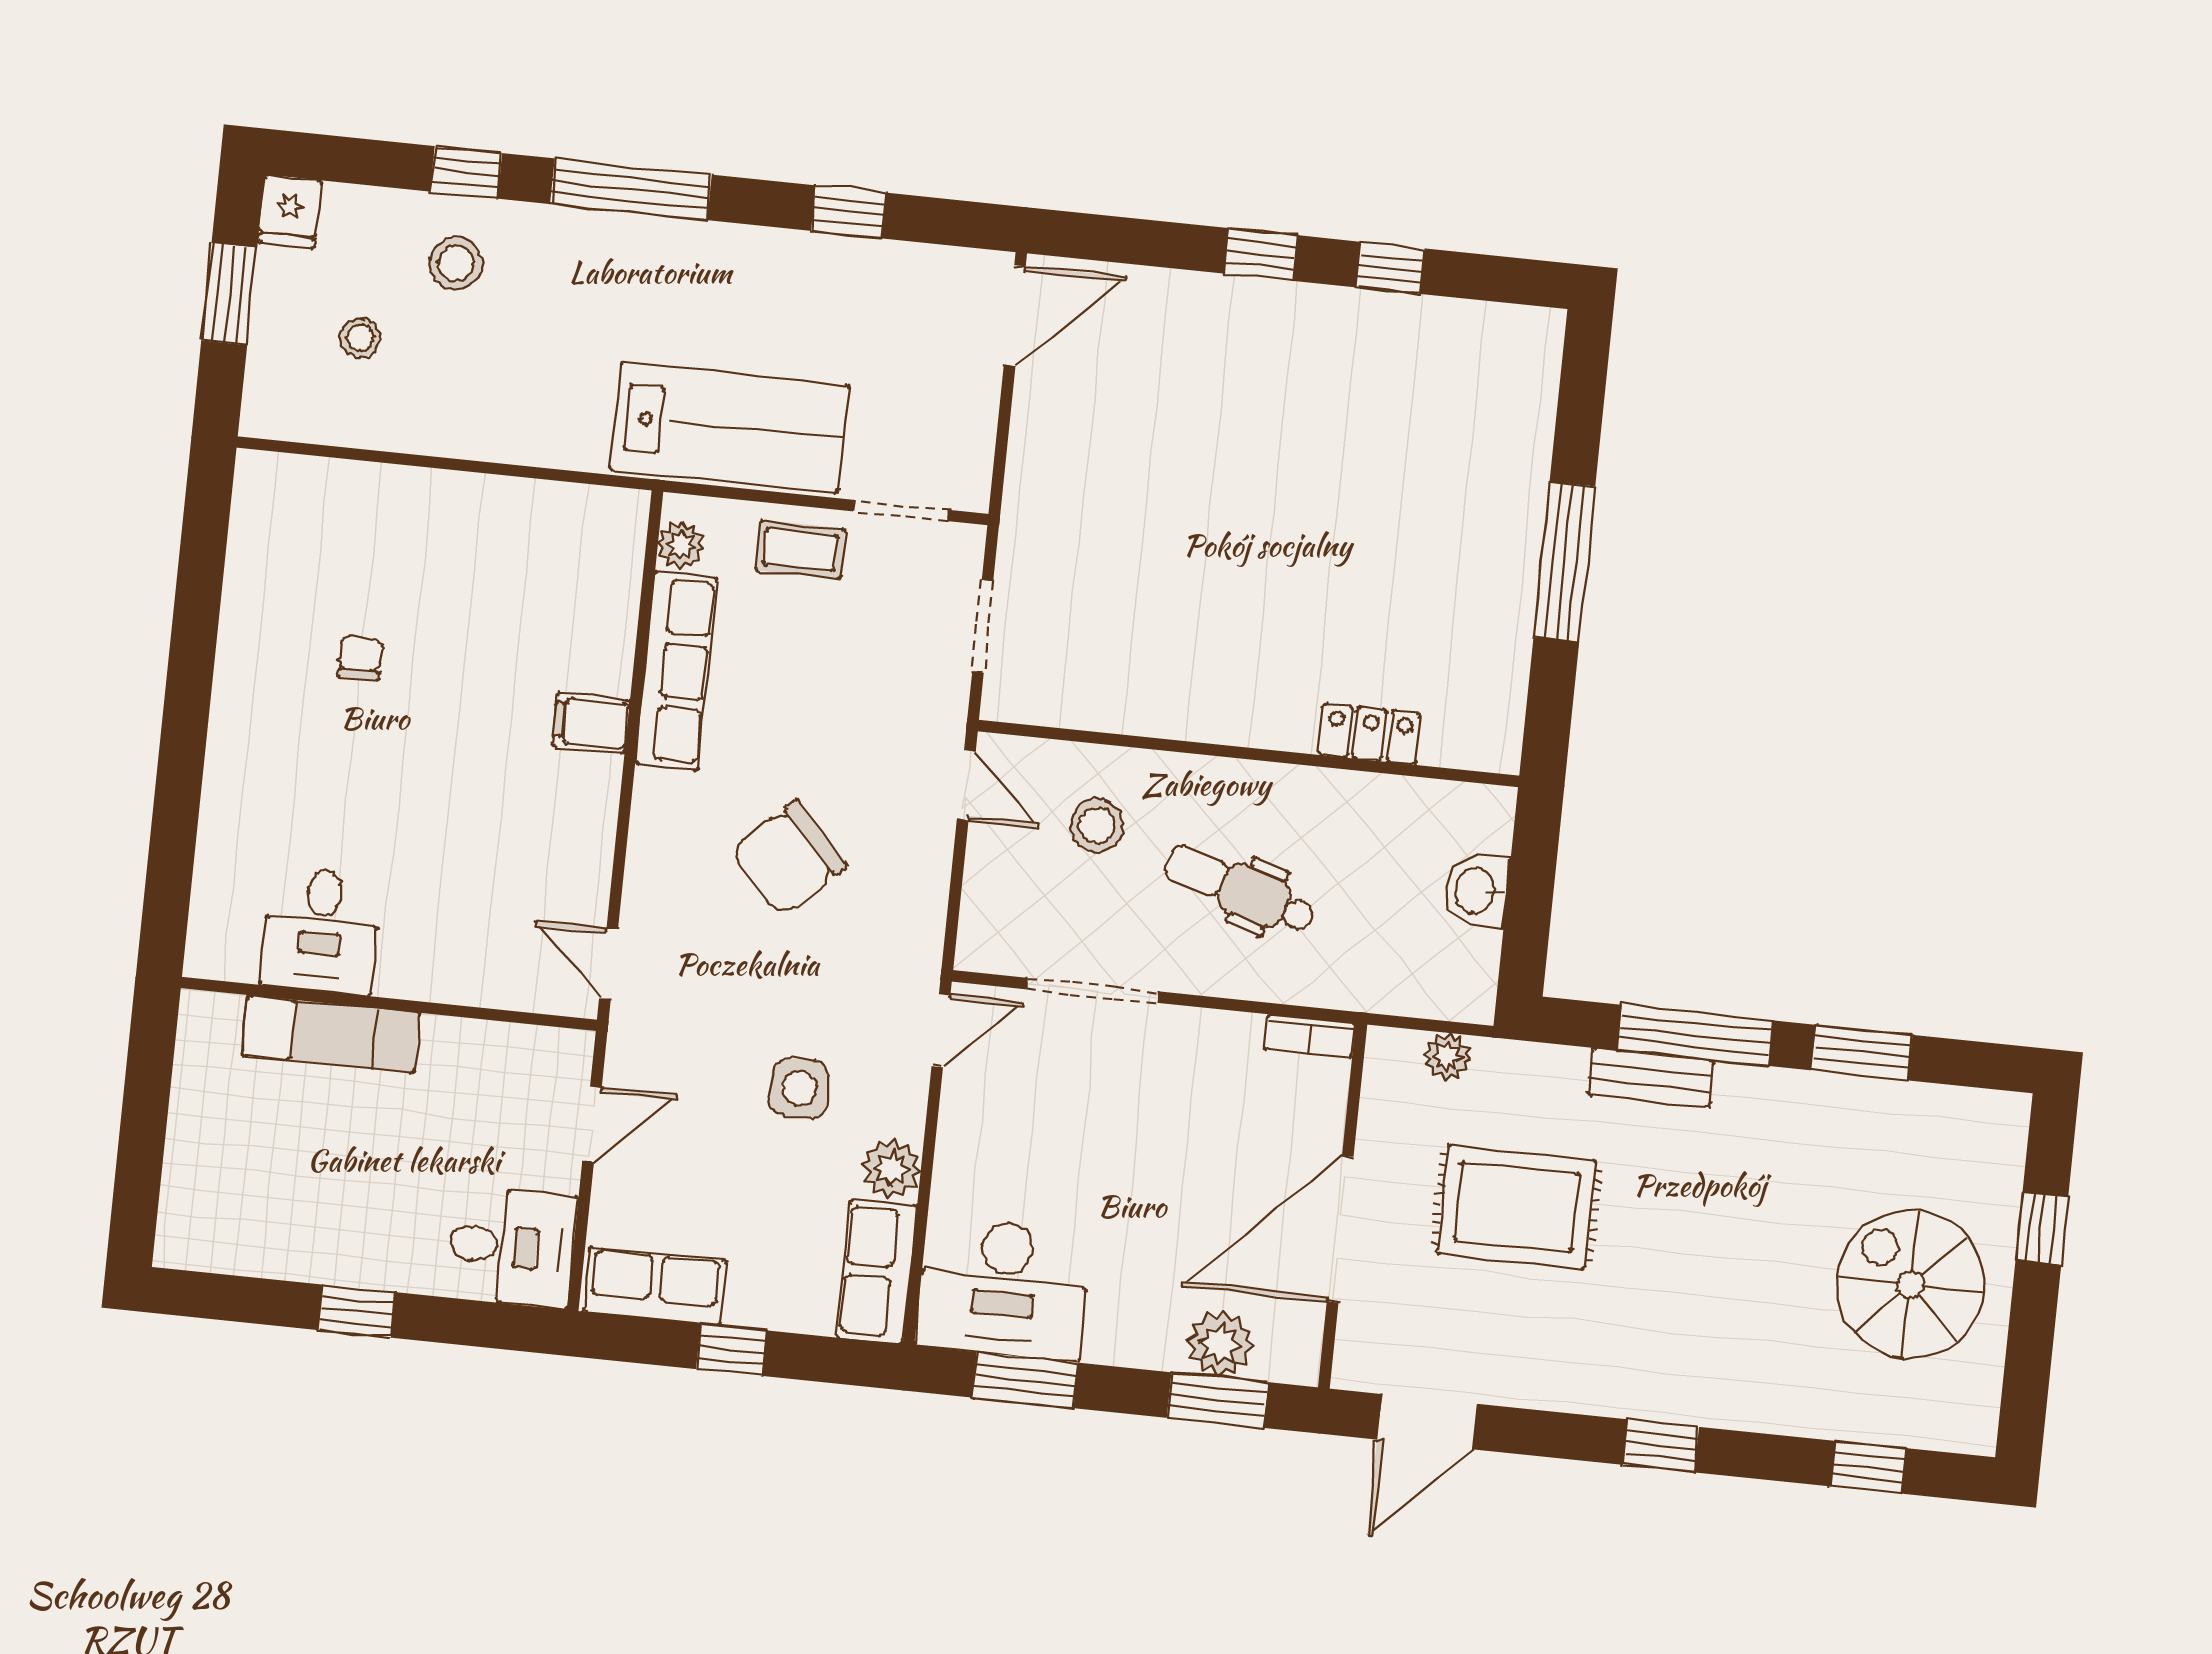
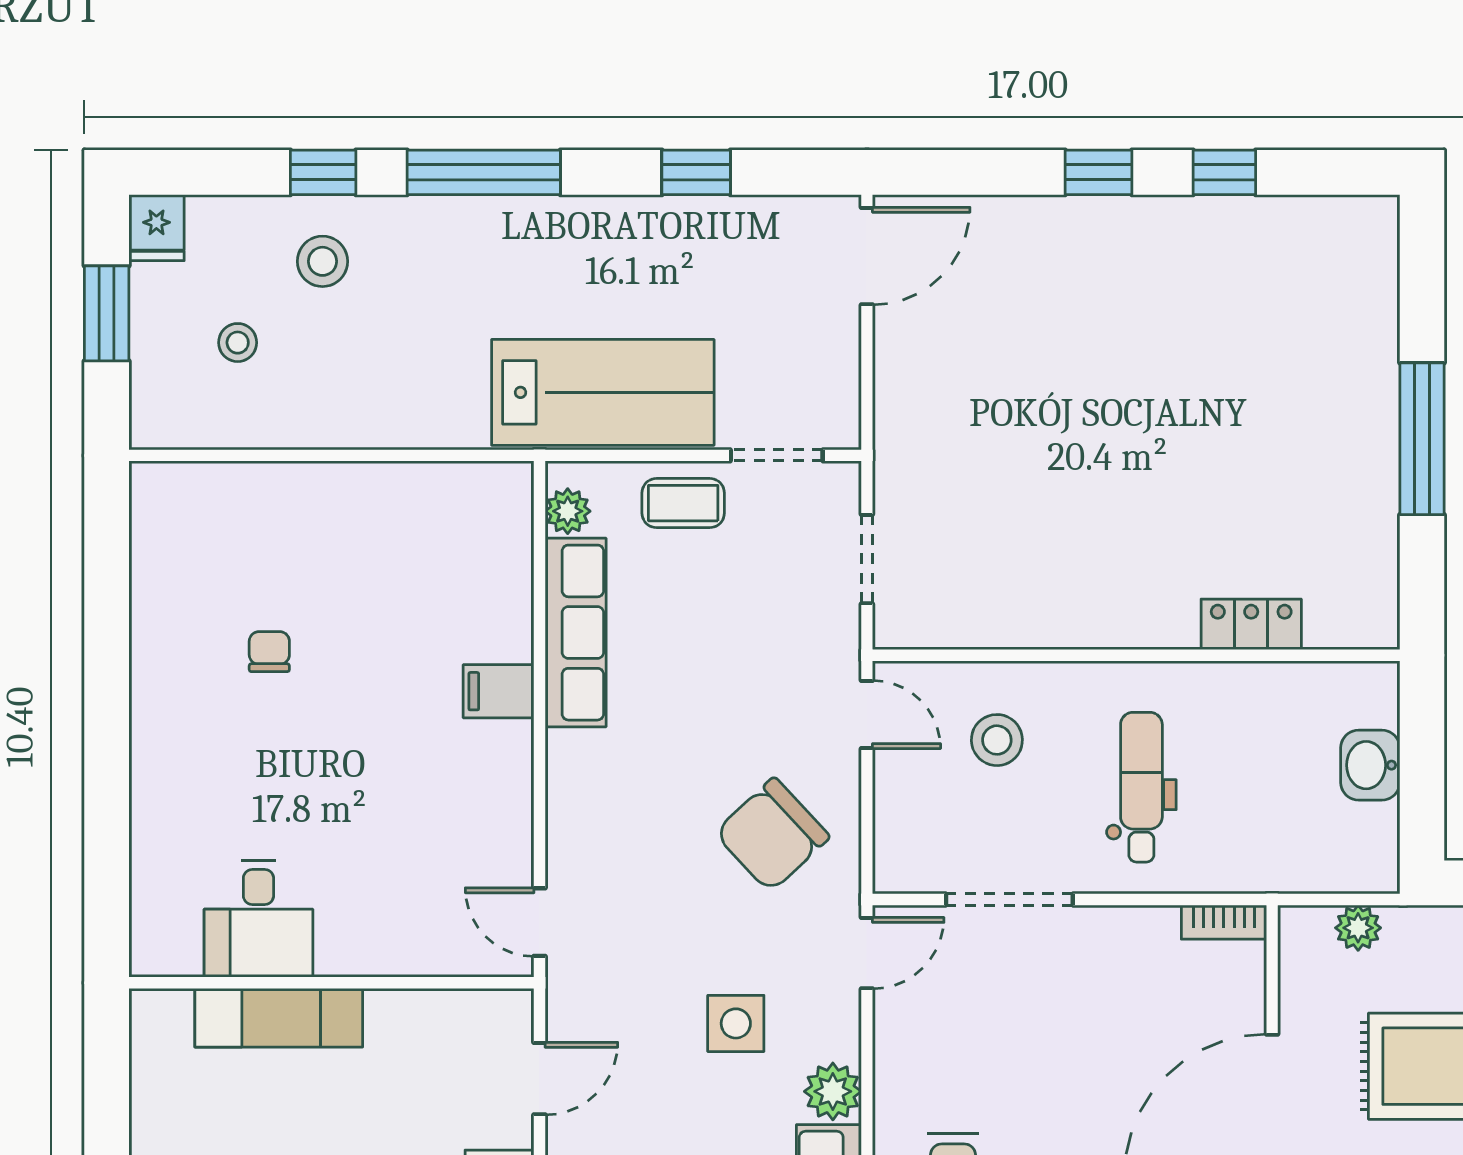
chair: (789, 858) -> (772, 835), moved
dental chair: (1240, 889) -> (1141, 787), turned 72

